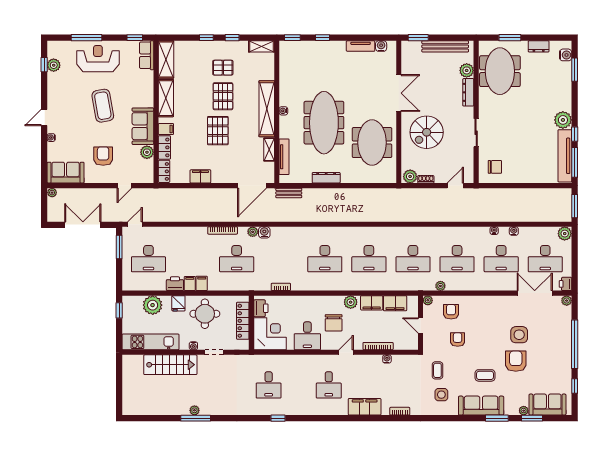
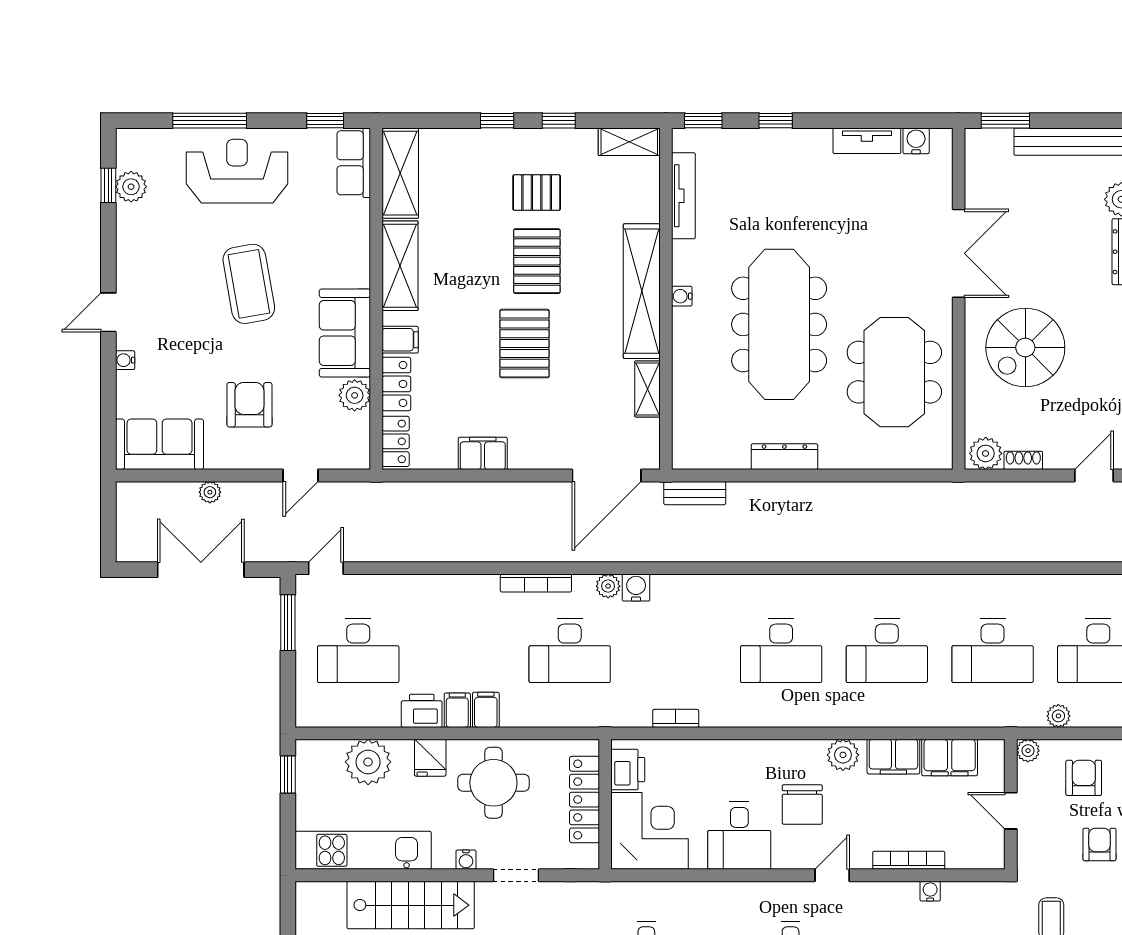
tv unit: (284, 157) -> (683, 196), moved
plant: (52, 193) -> (210, 492), moved

